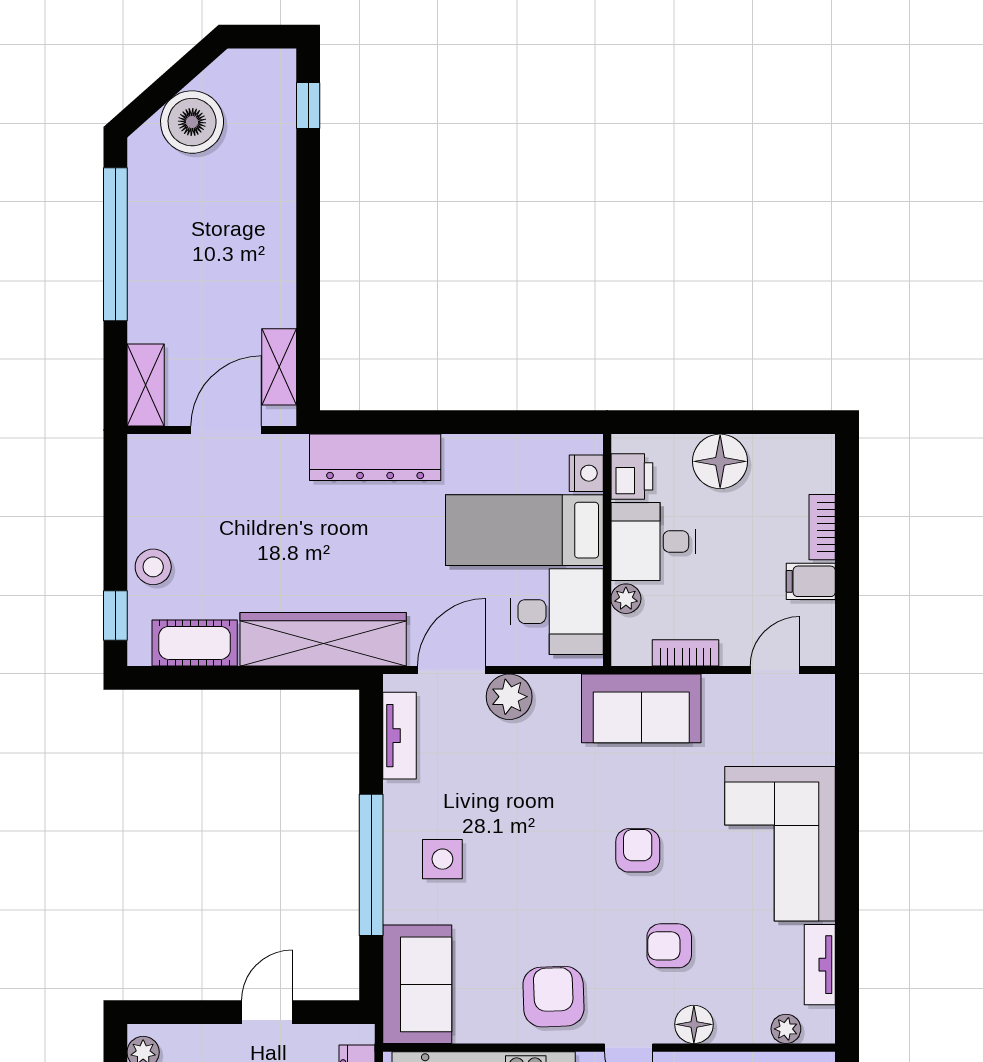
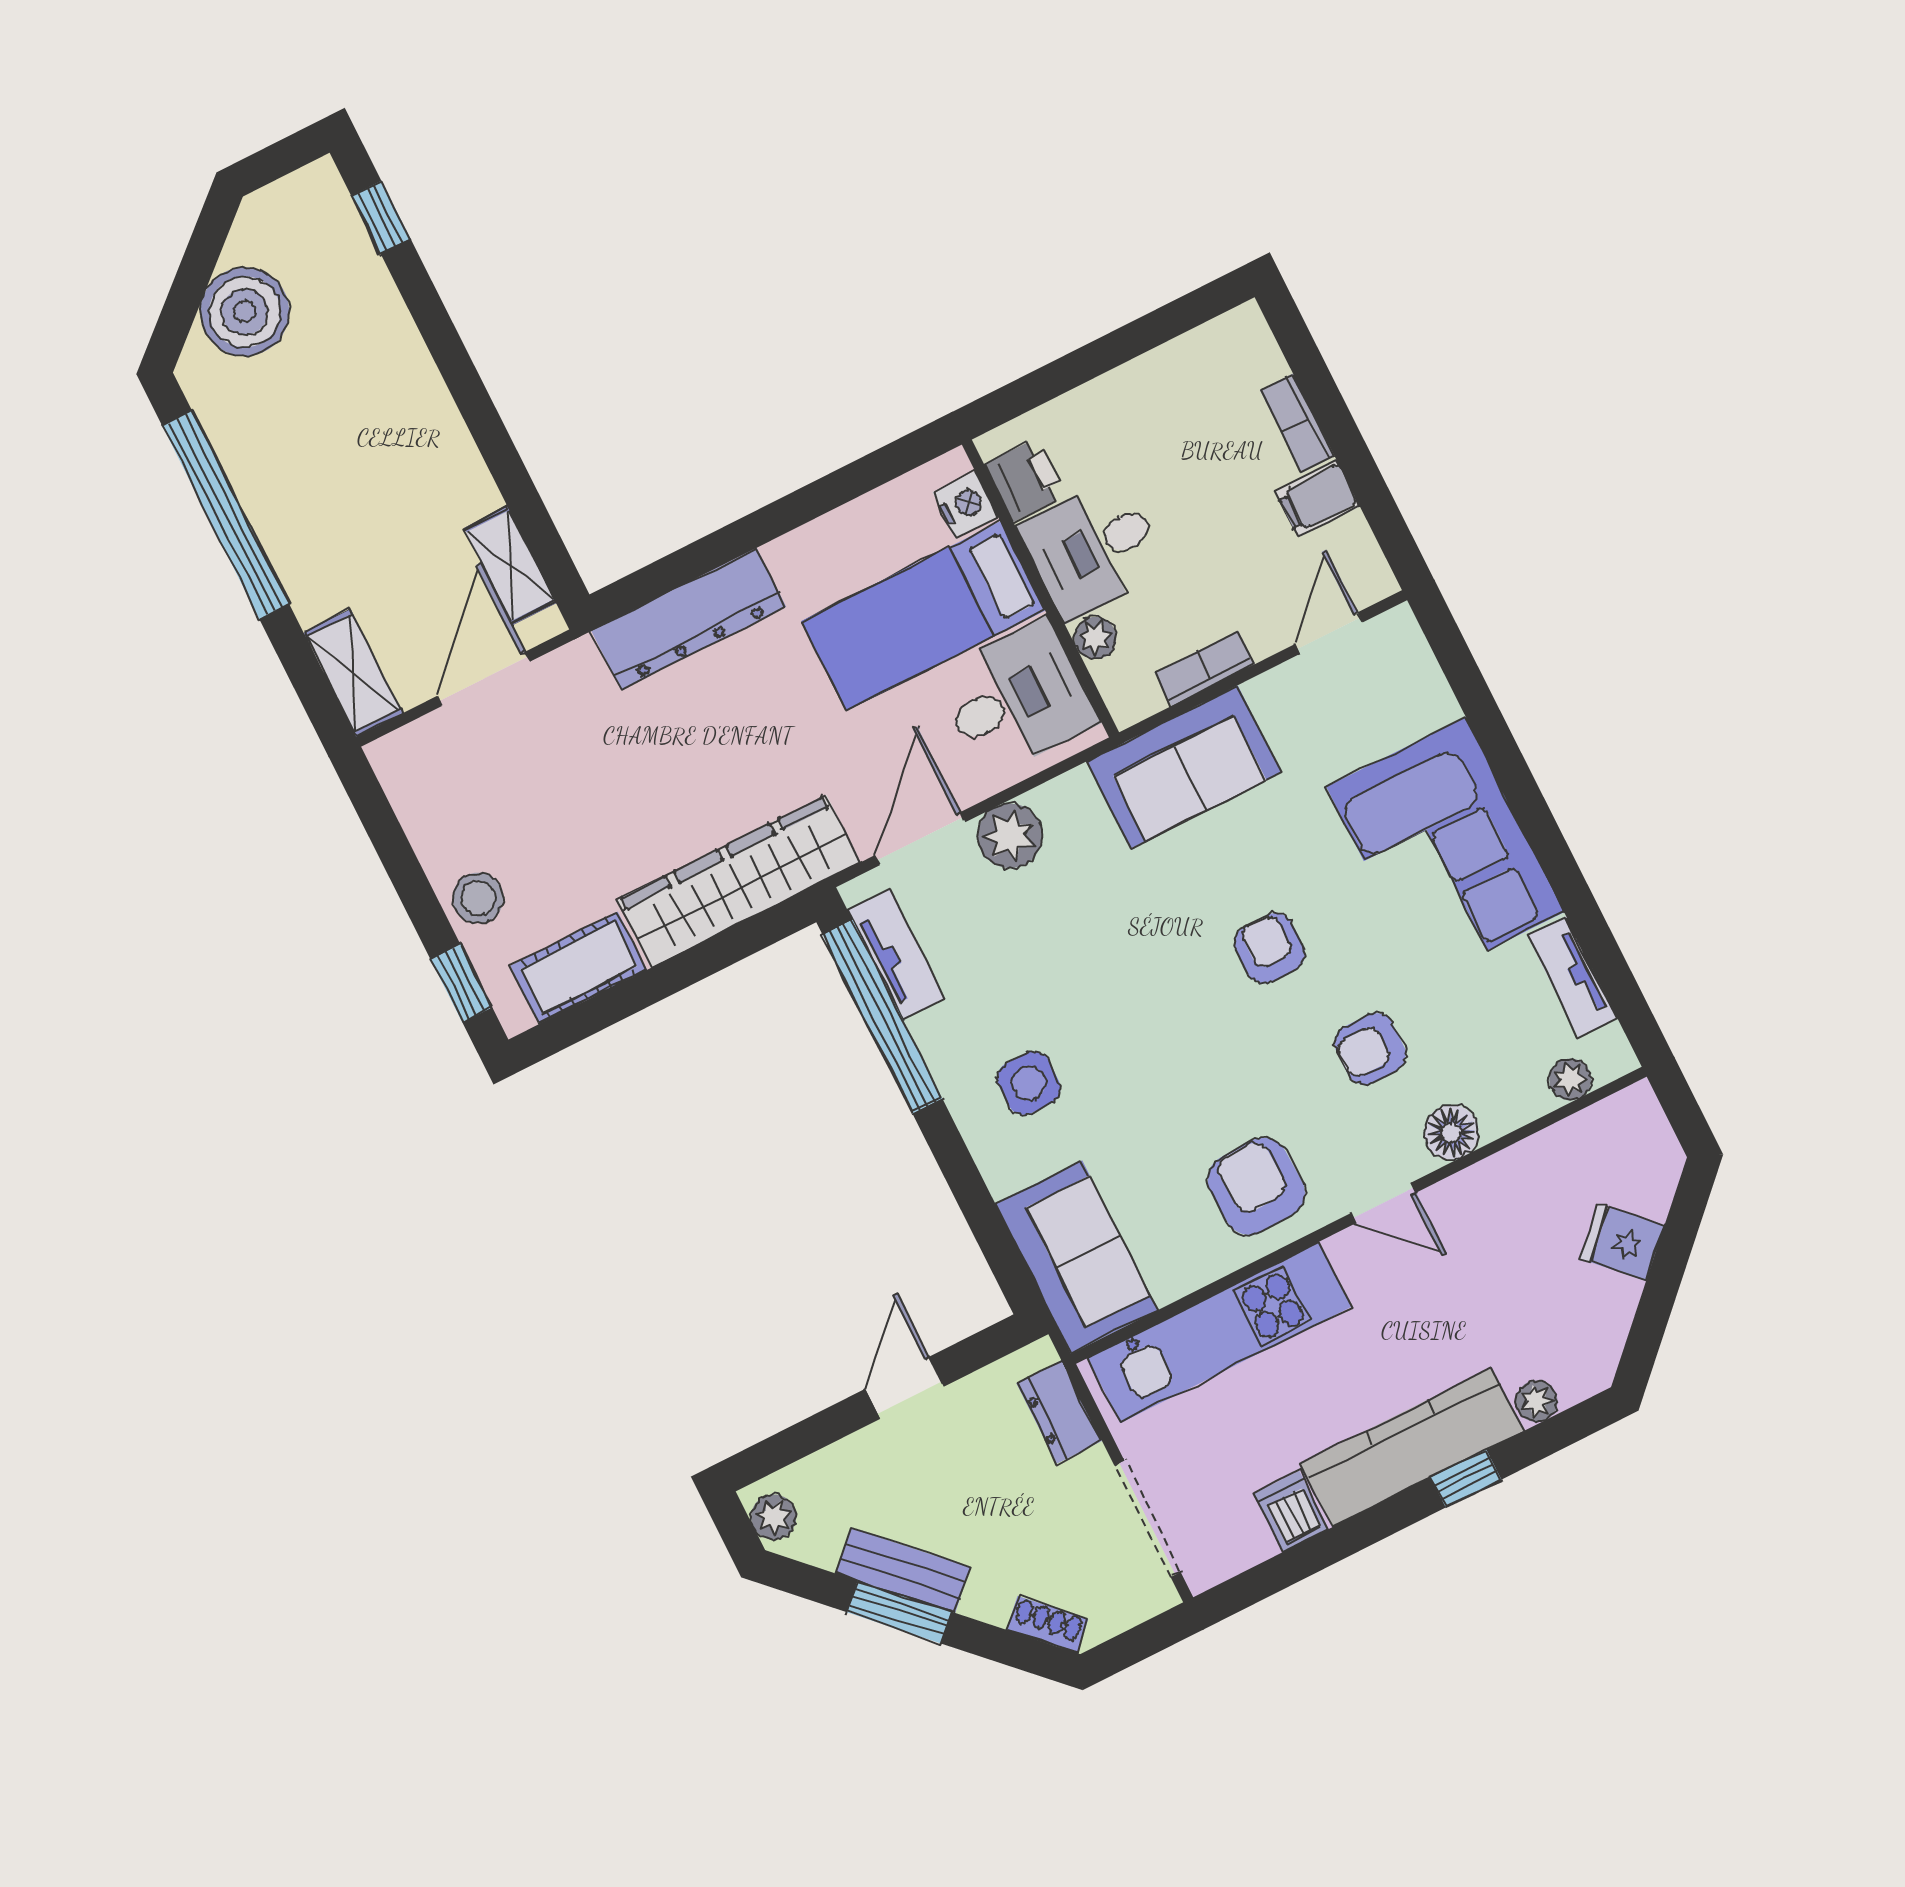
floor lamp: (720, 461) -> (1127, 405), removed
window: (371, 865) -> (882, 1017), moved

